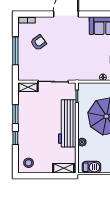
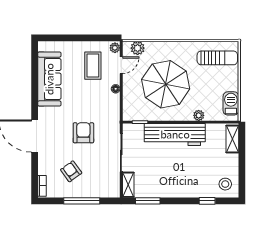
armchair: (69, 52) -> (83, 133), added
window: (15, 114) -> (148, 201), moved
window: (15, 138) -> (207, 201), moved

